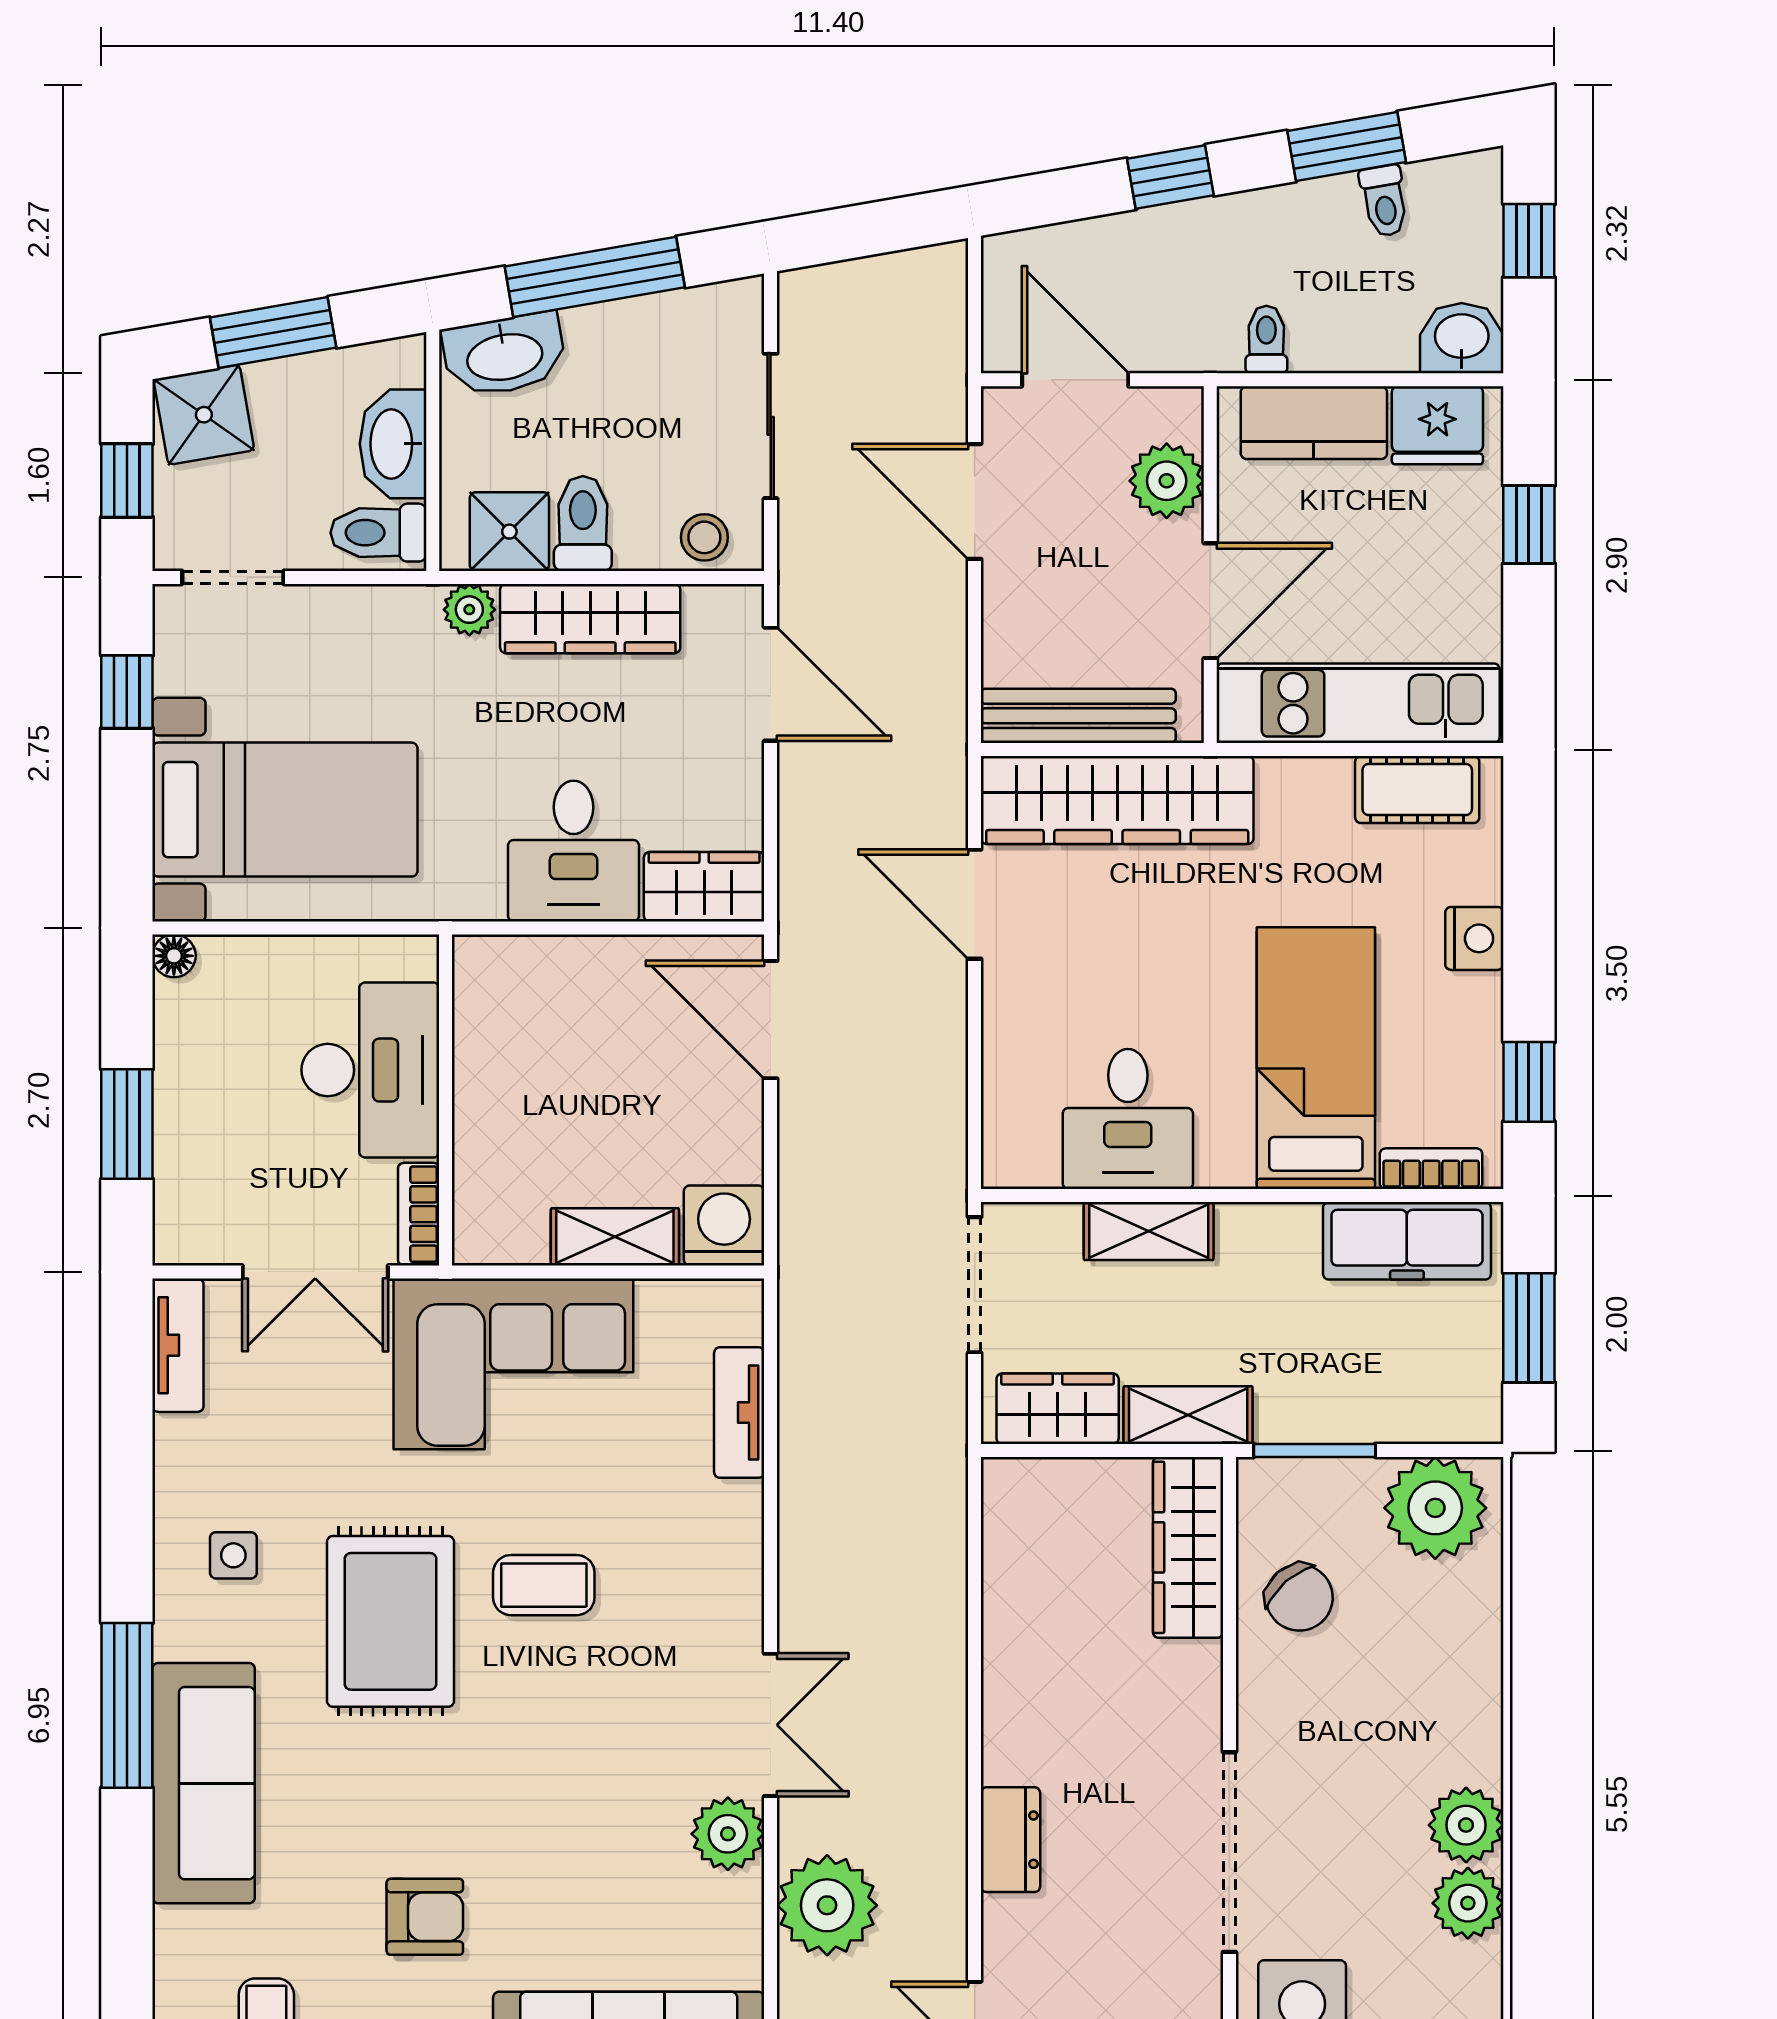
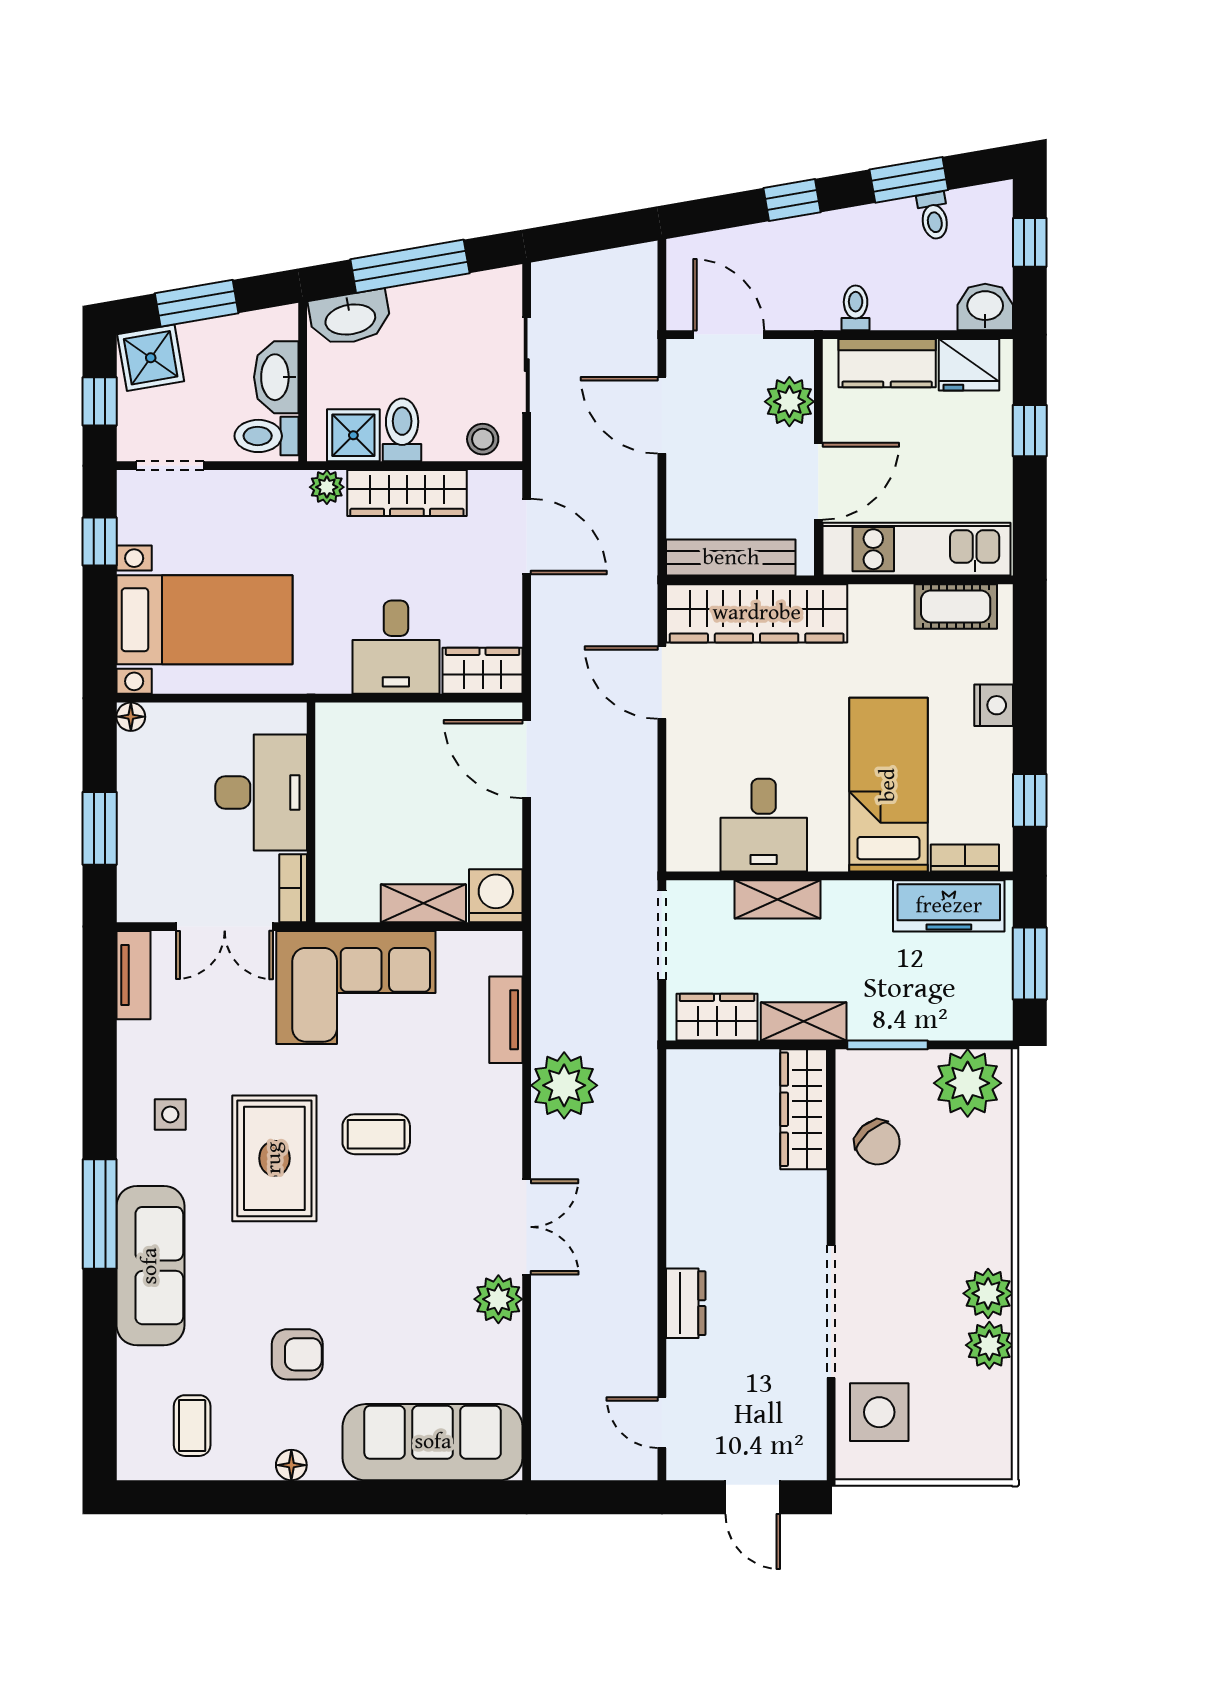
plant: (827, 1905) -> (564, 1085), moved

